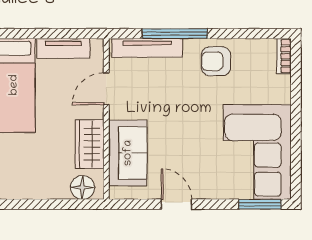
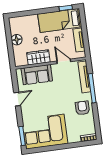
floor lamp: (82, 187) -> (17, 40), moved

